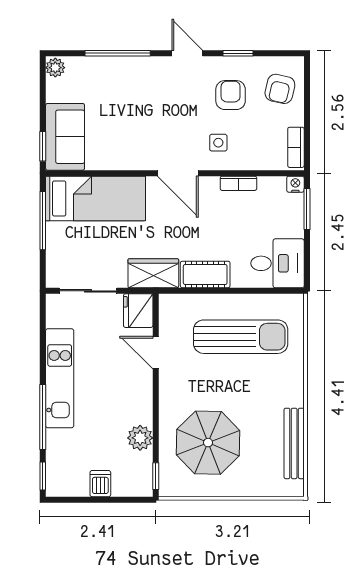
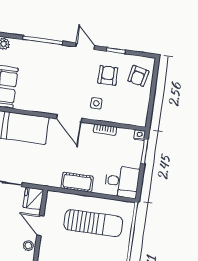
bookcase: (296, 147) -> (143, 113), removed
wardrobe: (153, 273) -> (46, 177), removed
stool: (141, 388) -> (28, 246), added

